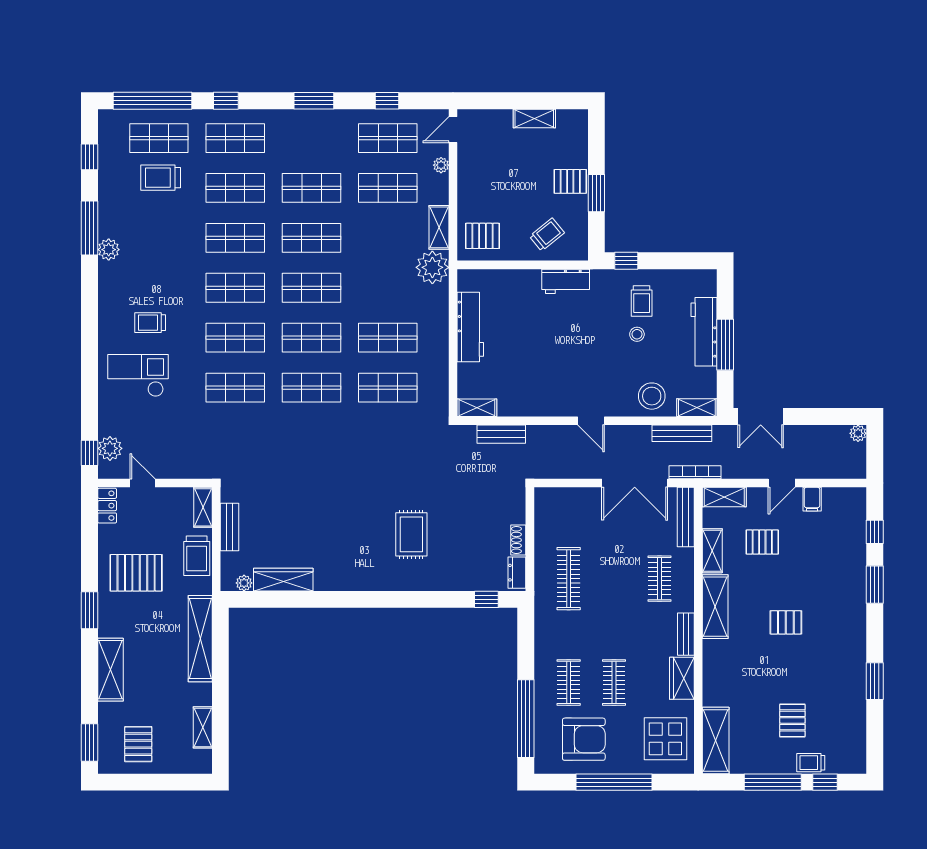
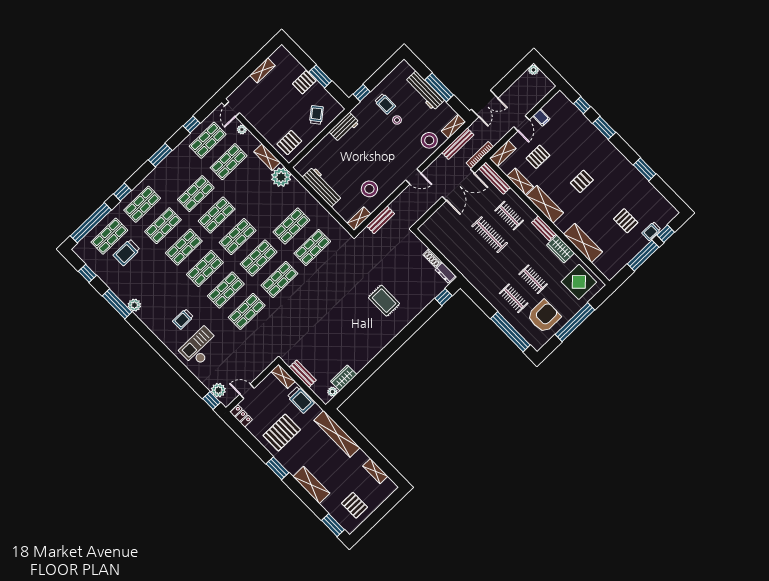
stool: (524, 384) -> (369, 189), added
clothes rail: (569, 579) -> (490, 235), moved
wardrobe: (283, 580) -> (344, 378), width x0.67
shelving: (716, 741) -> (583, 243), moved

